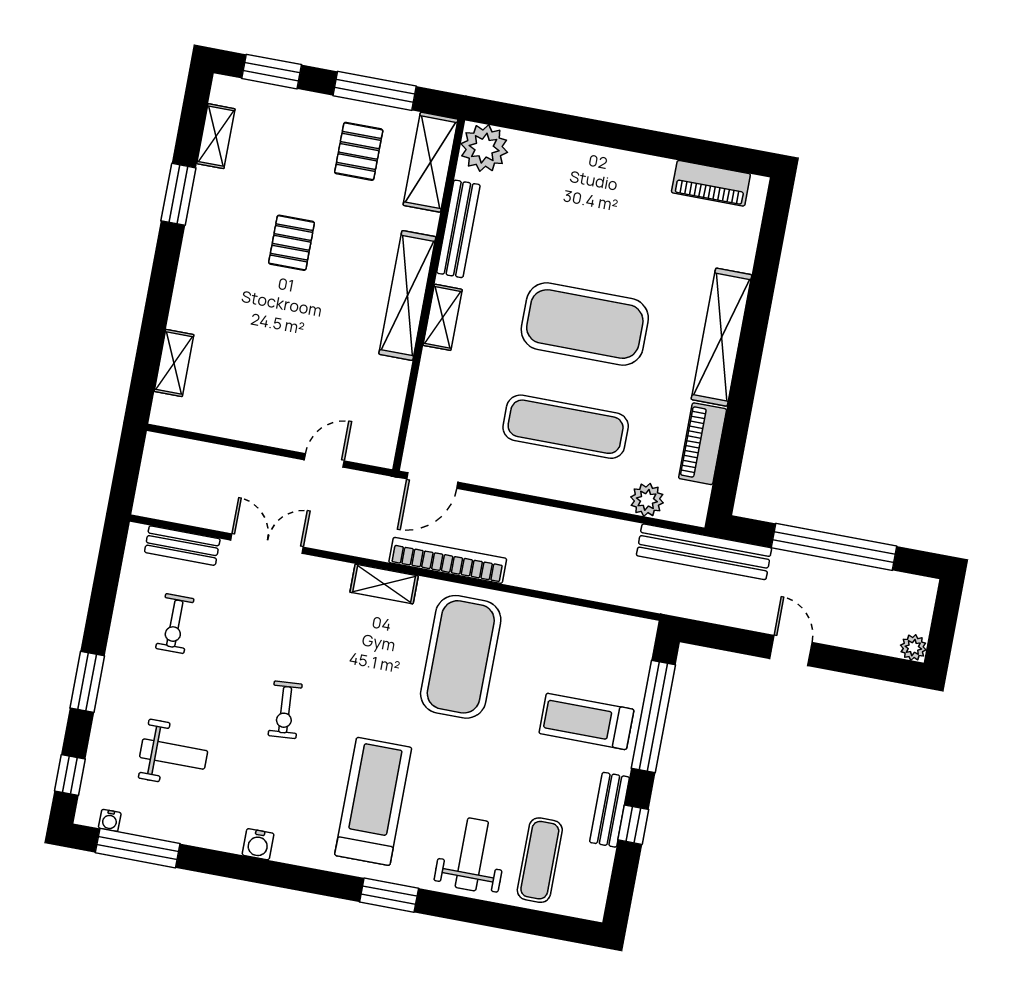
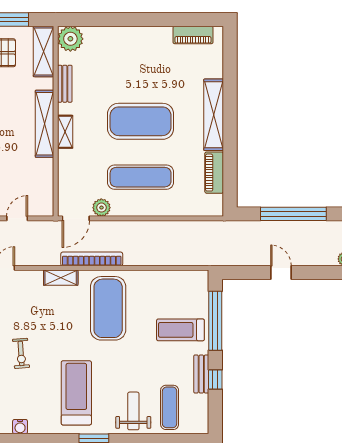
bench: (458, 229) -> (65, 84), width x0.73
plant: (647, 500) -> (101, 208), moved
bench: (704, 552) -> (226, 229), removed

